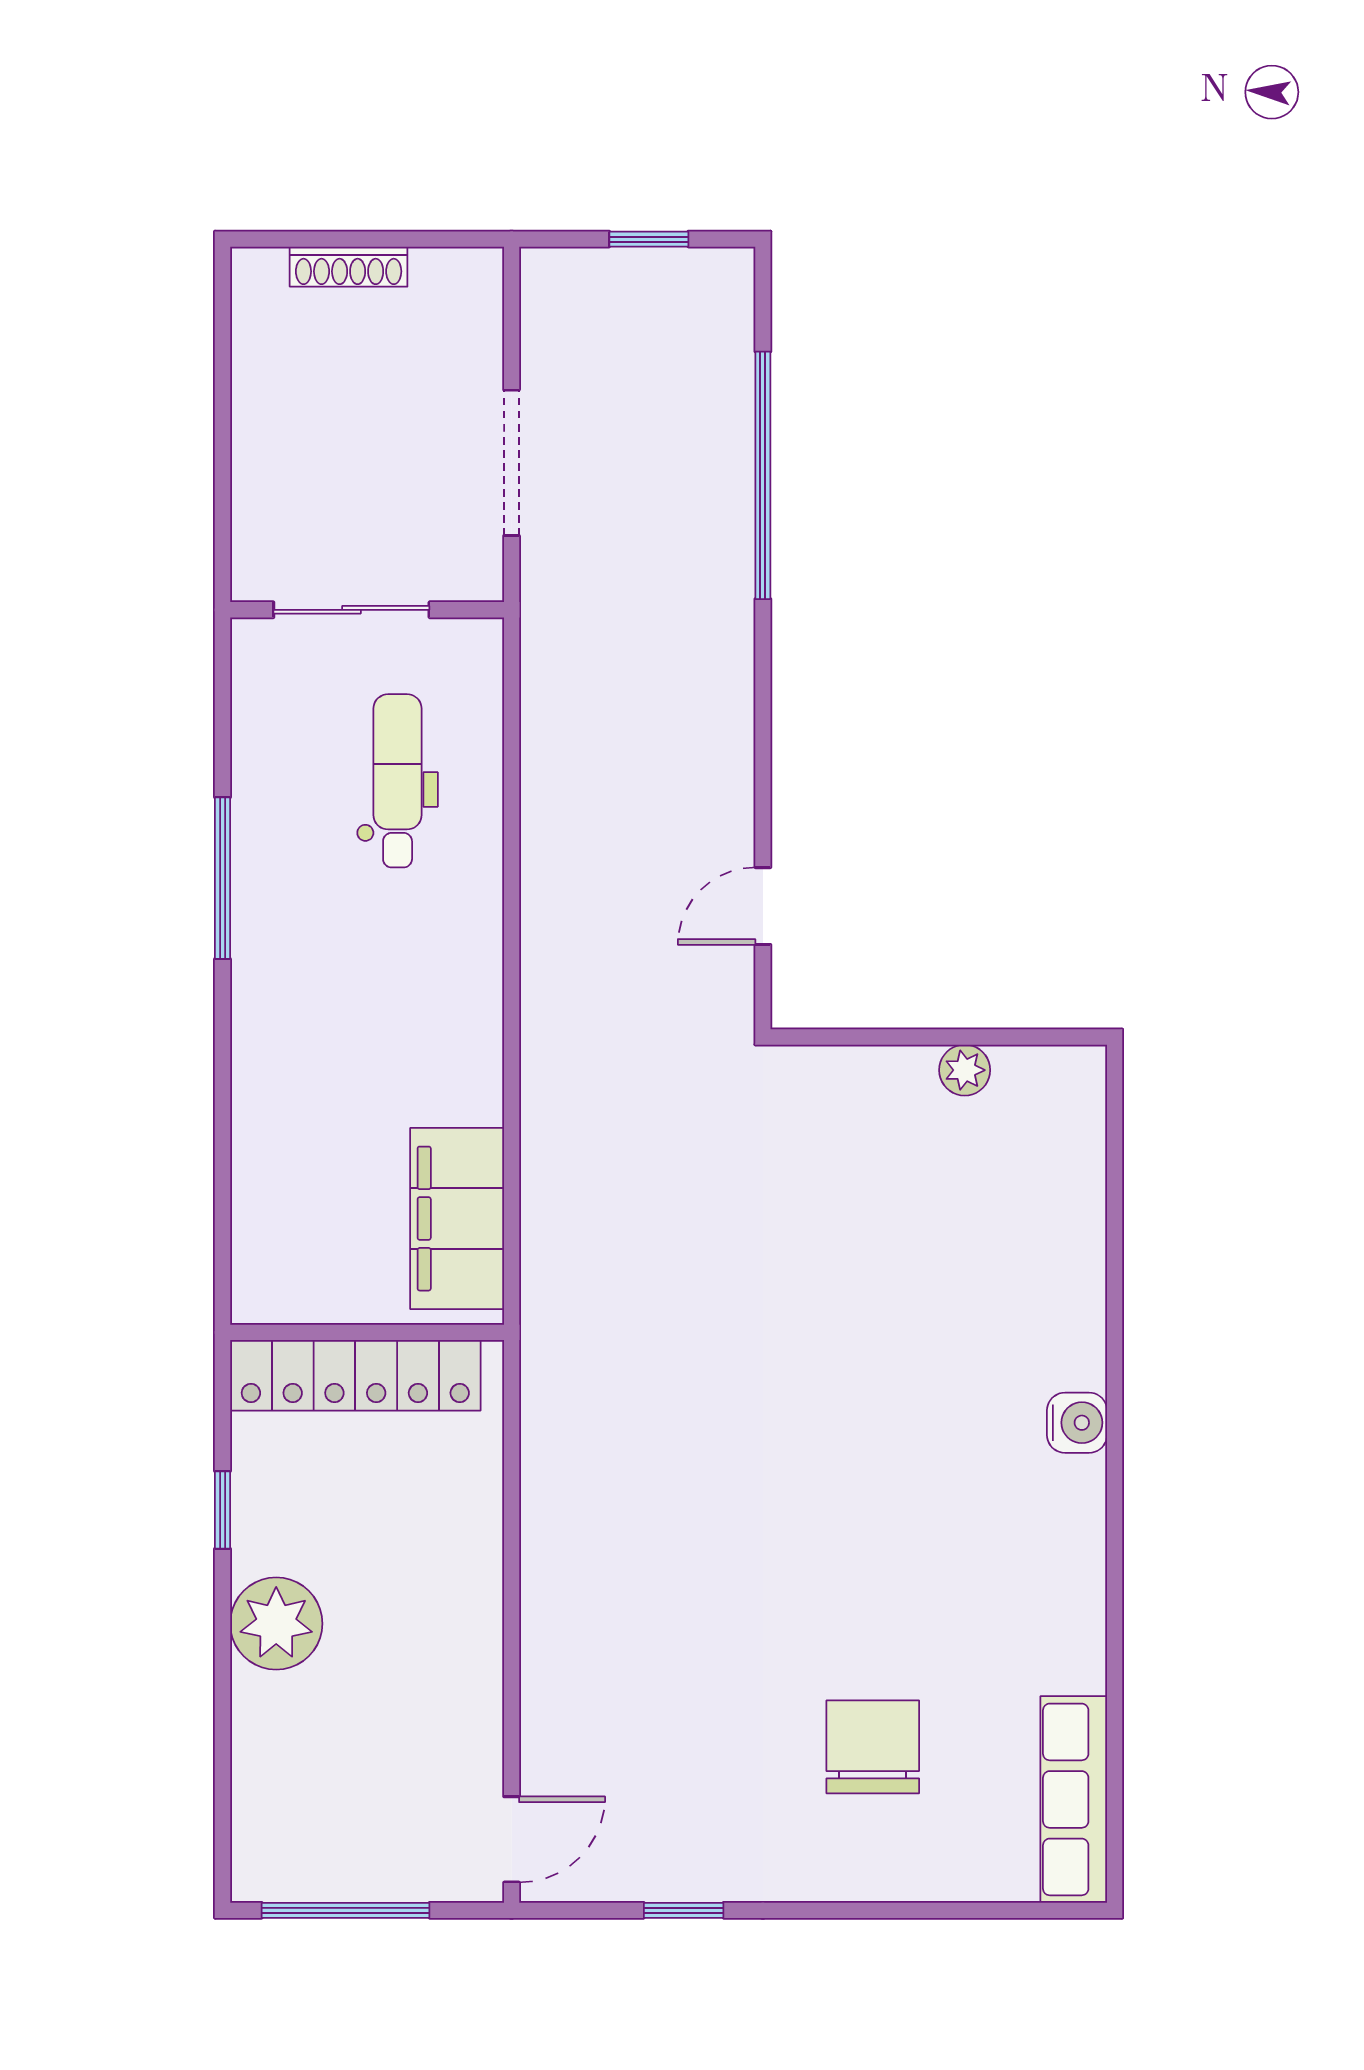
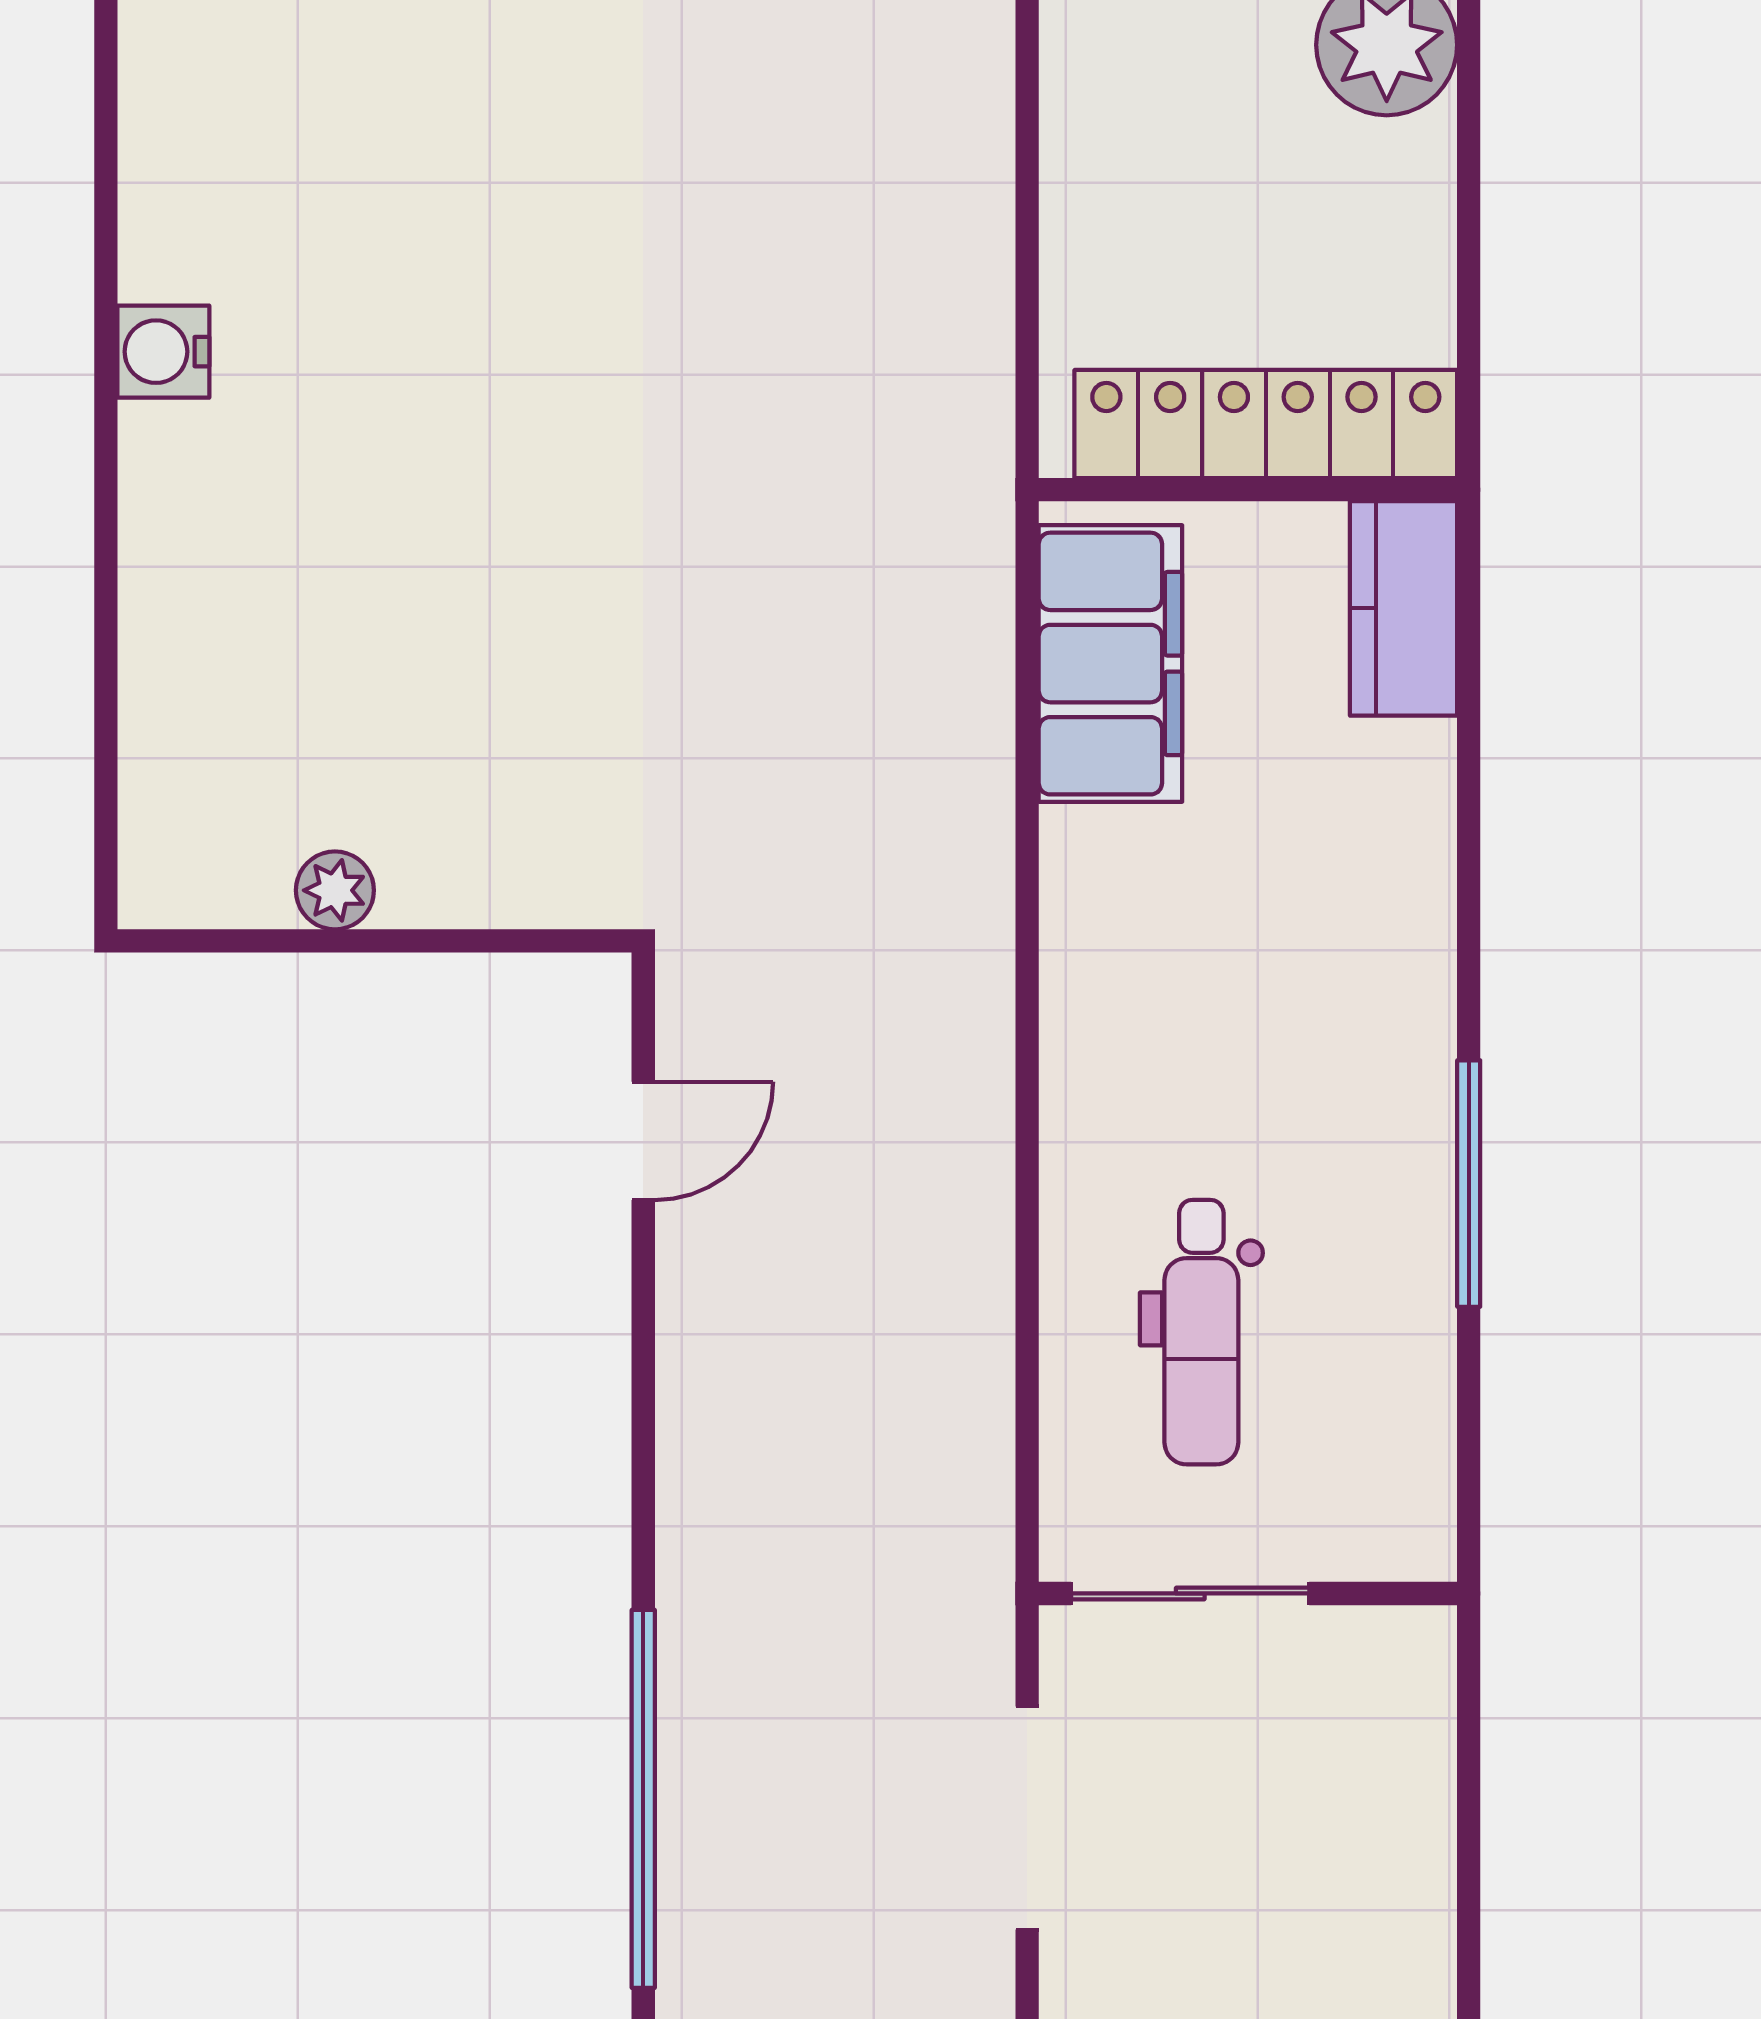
sliding door: (351, 610) -> (1190, 1593), moved
kitchen counter: (265, 1255) -> (1404, 608), added
window: (223, 1510) -> (1469, 218), removed

